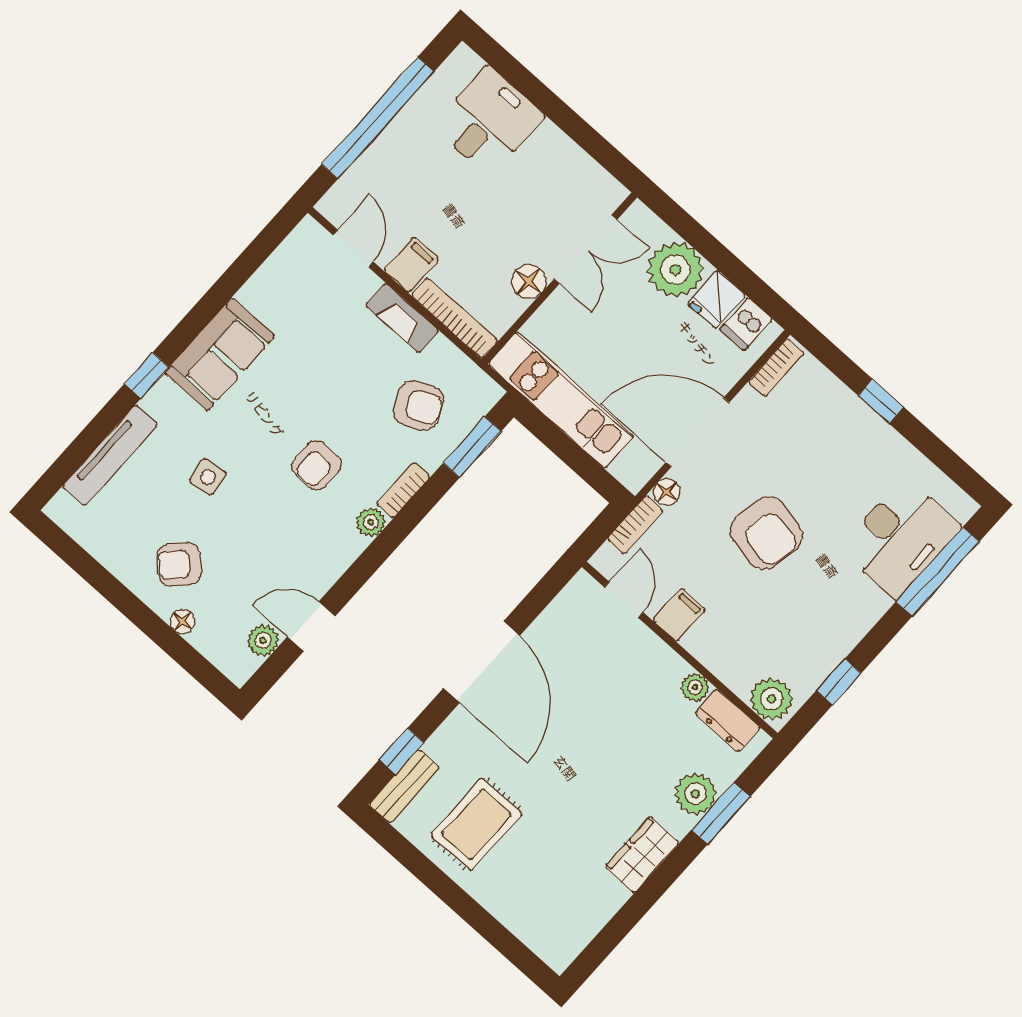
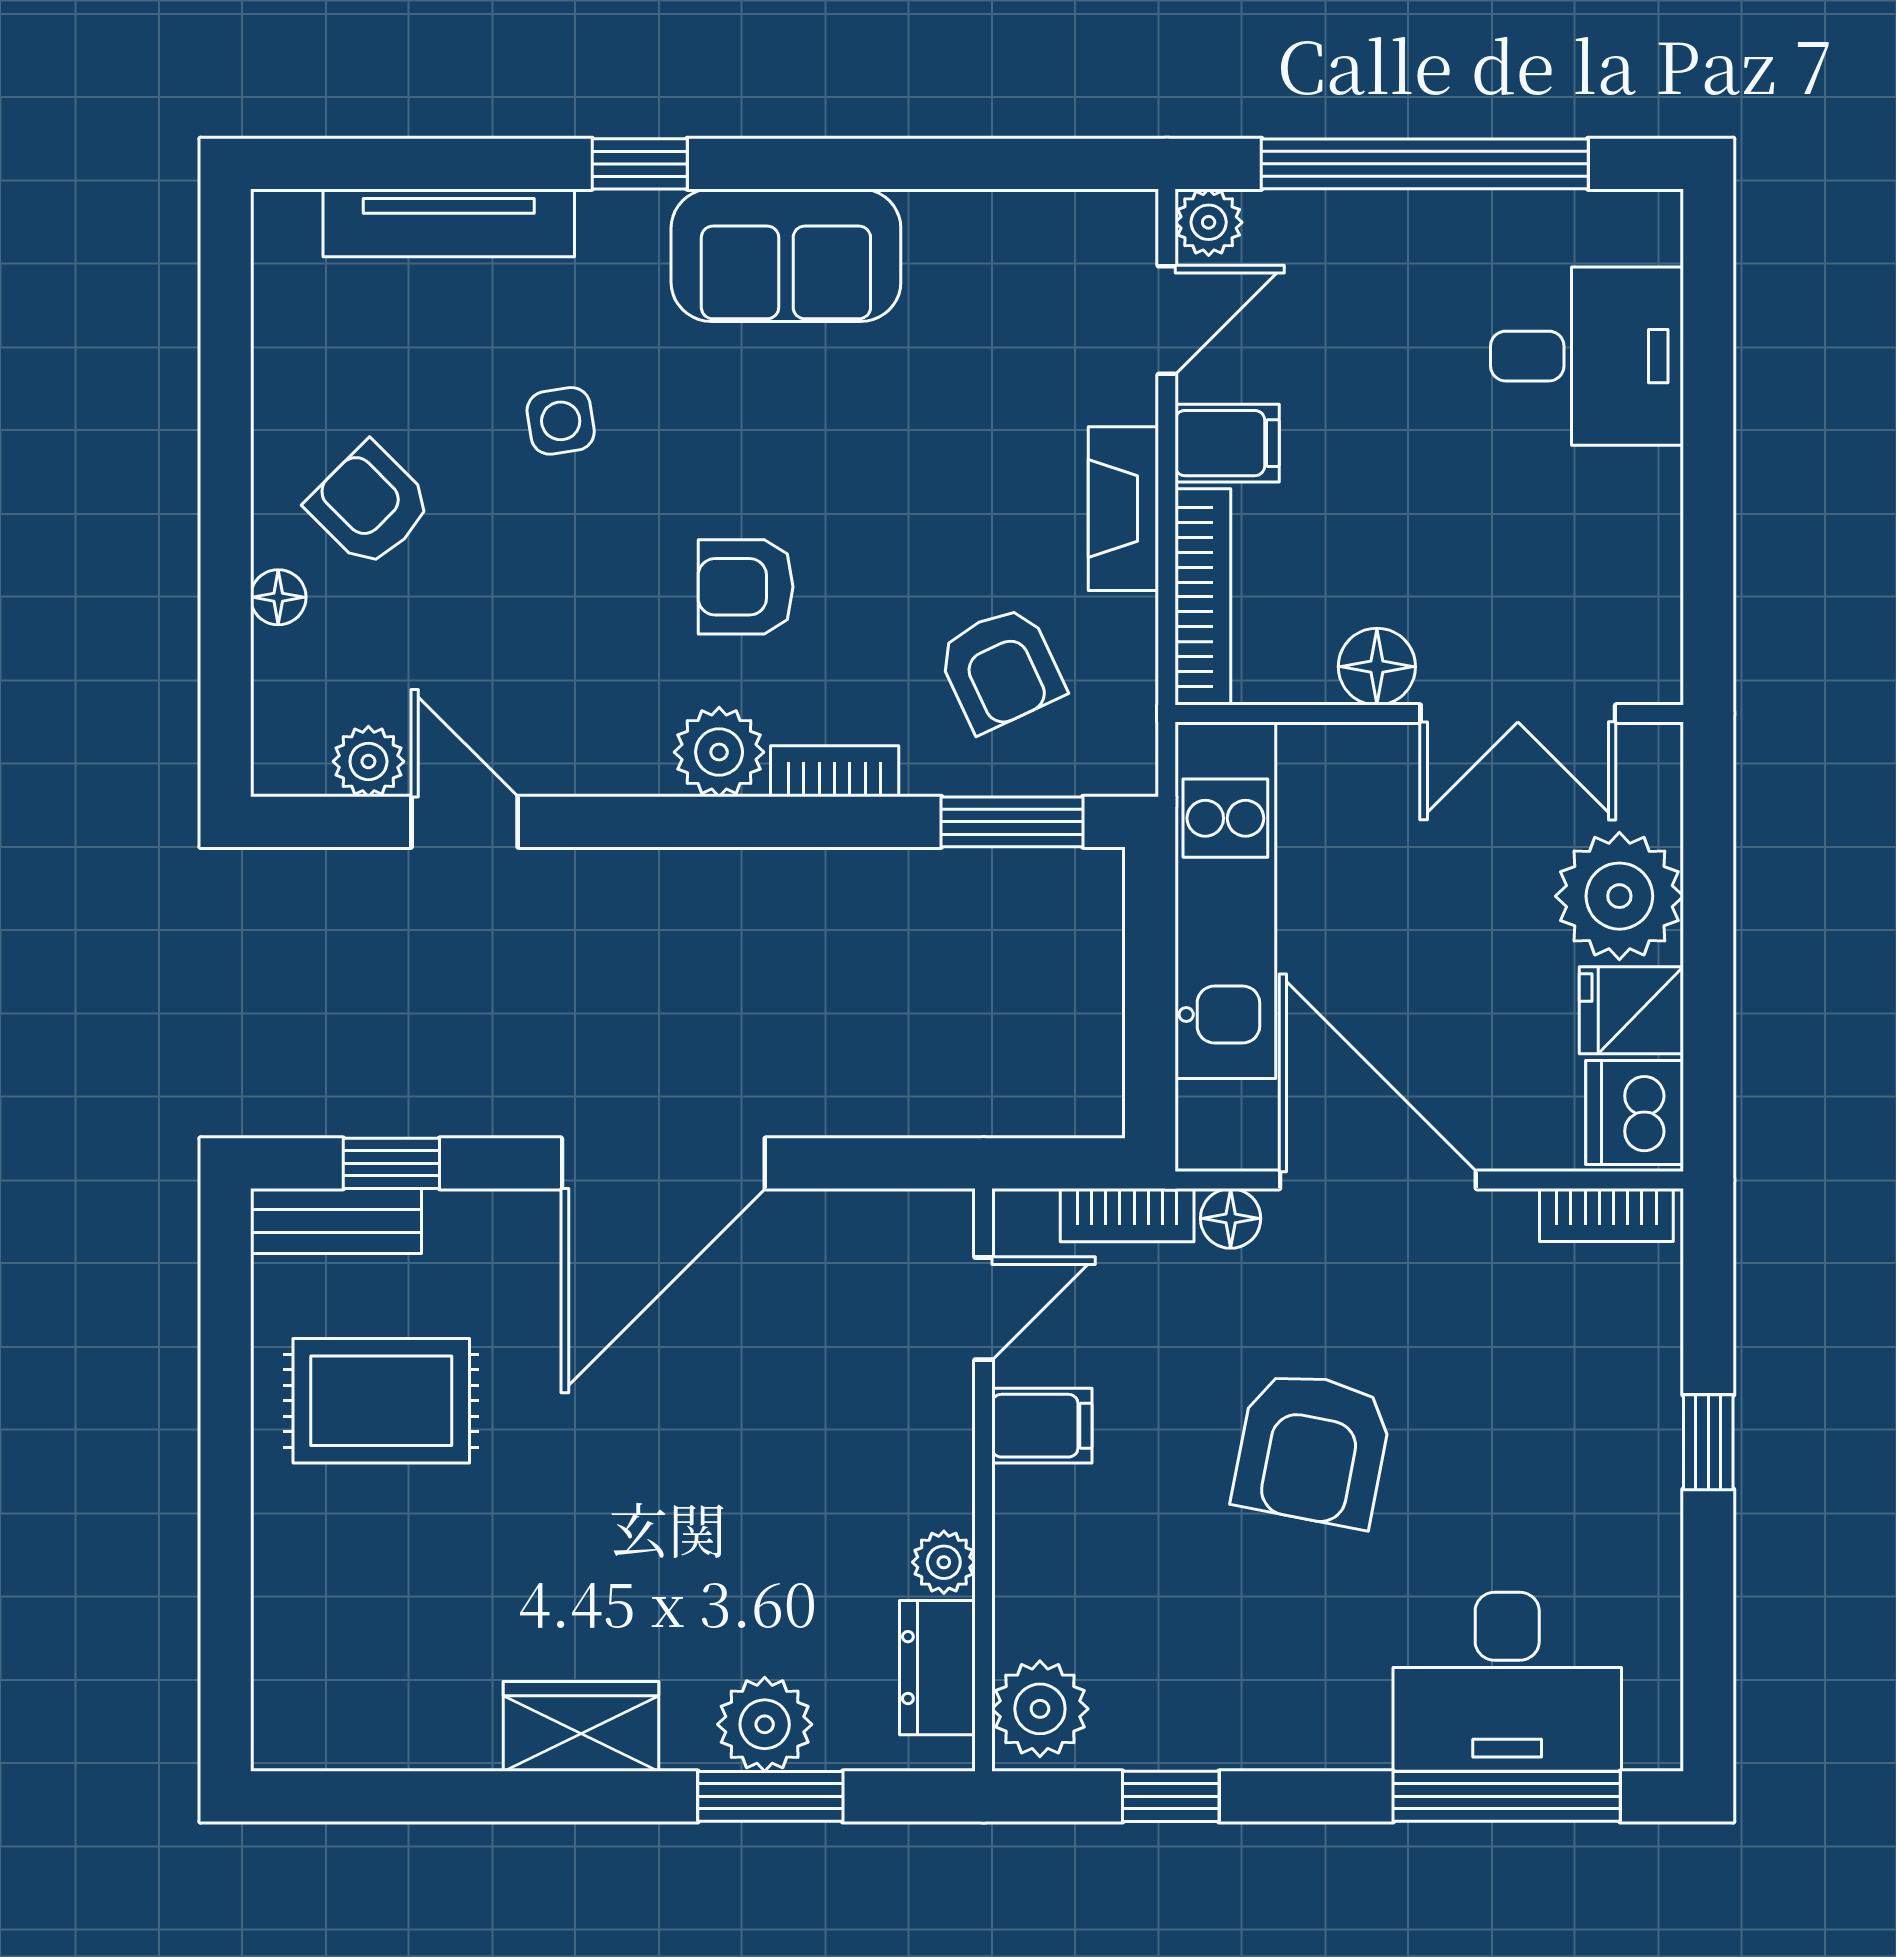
plant: (333, 206) -> (1209, 222), added
dishwasher: (746, 324) -> (1635, 1113), width x1.38
plant: (371, 522) -> (719, 752), width x1.38, depth x1.38

